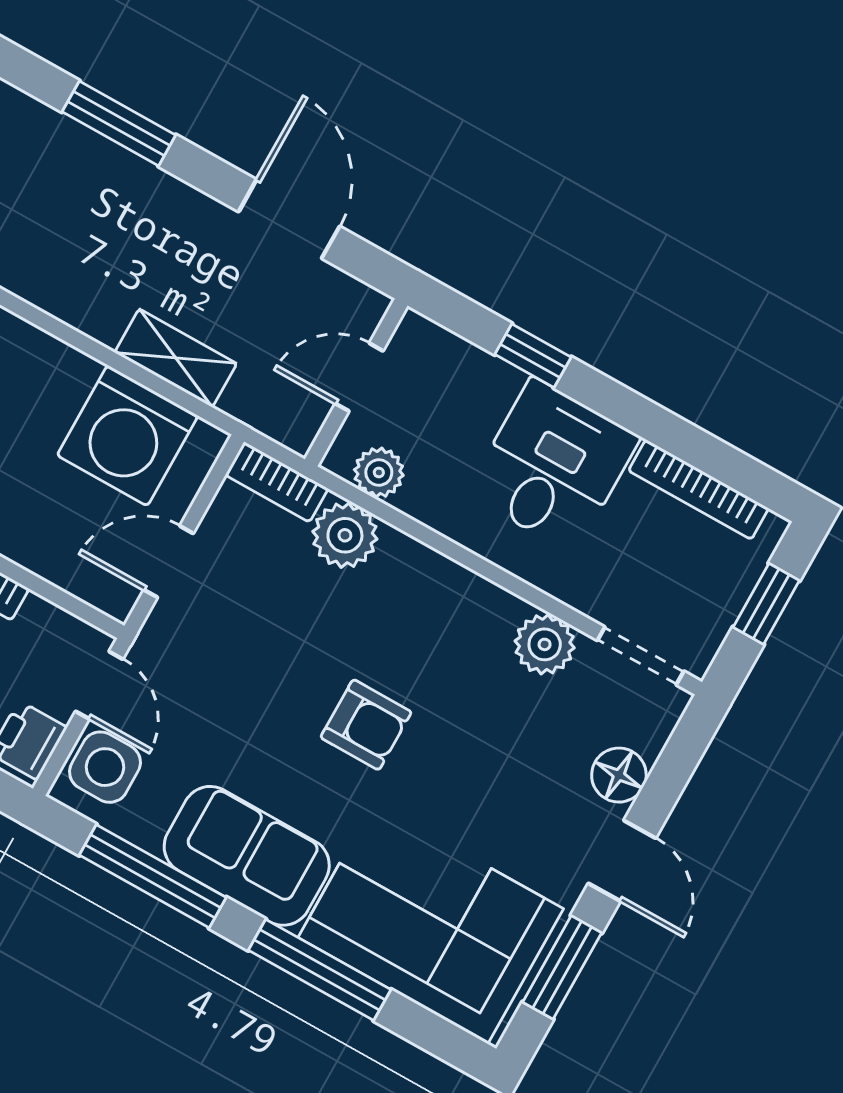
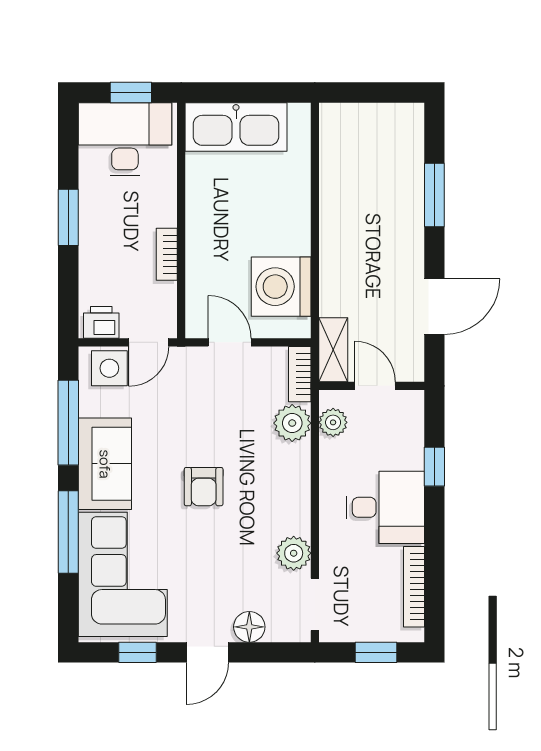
shelving: (176, 358) -> (333, 350), moved
window: (562, 967) -> (137, 652), width x0.67

